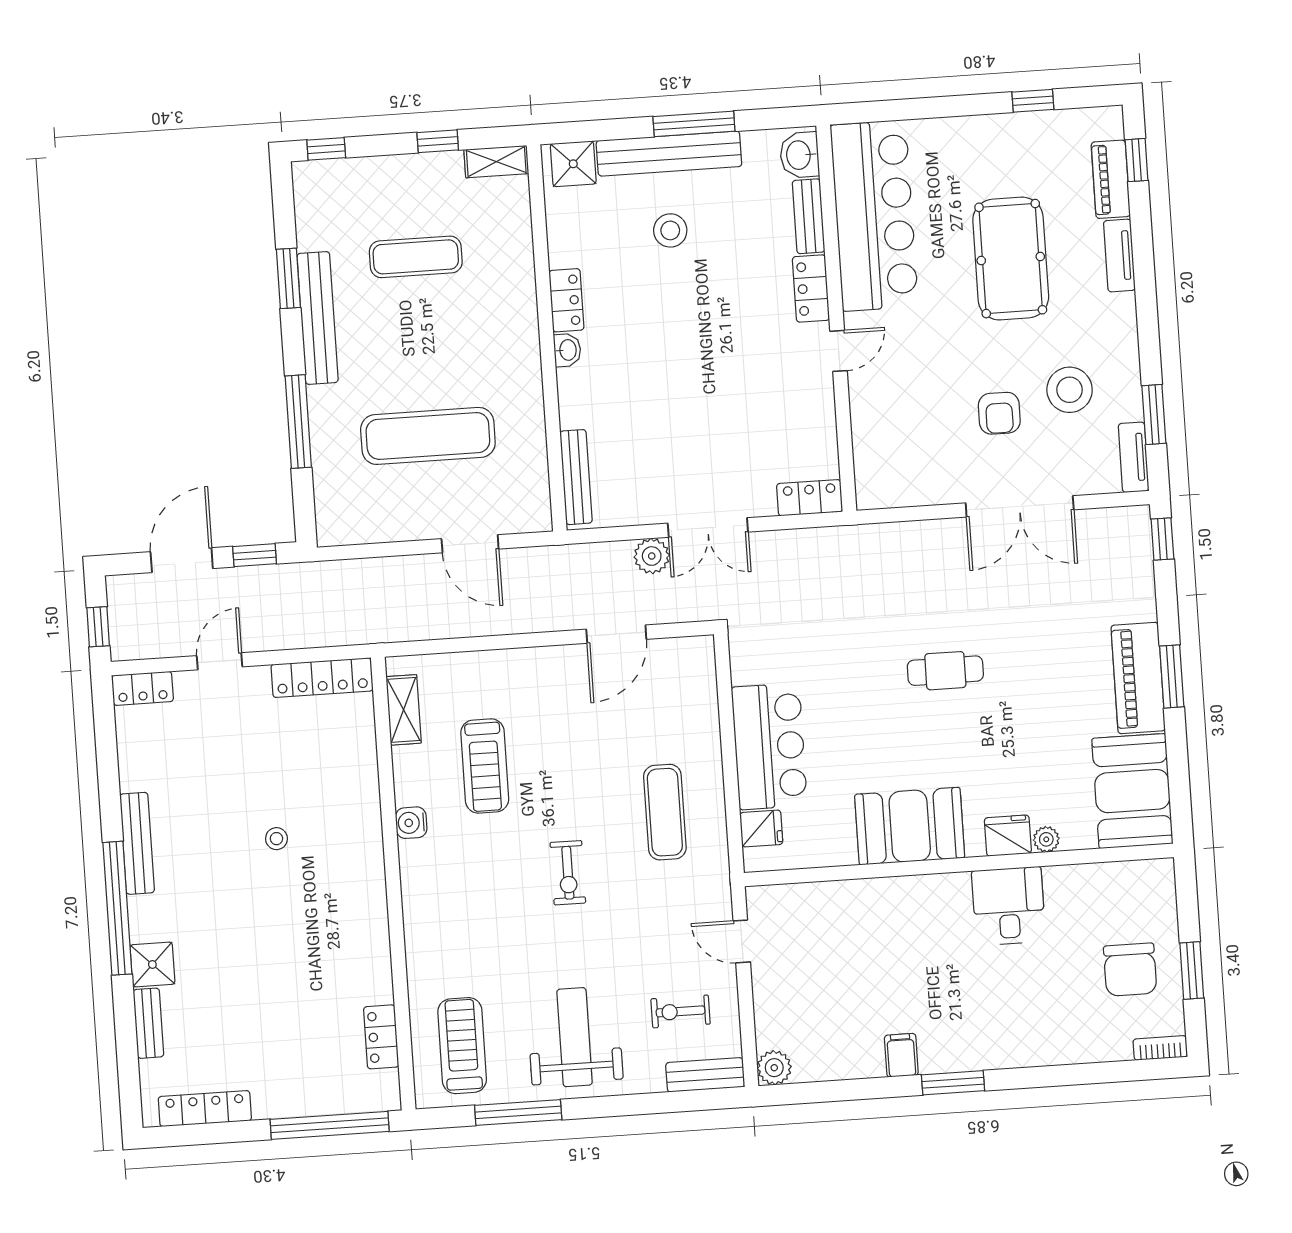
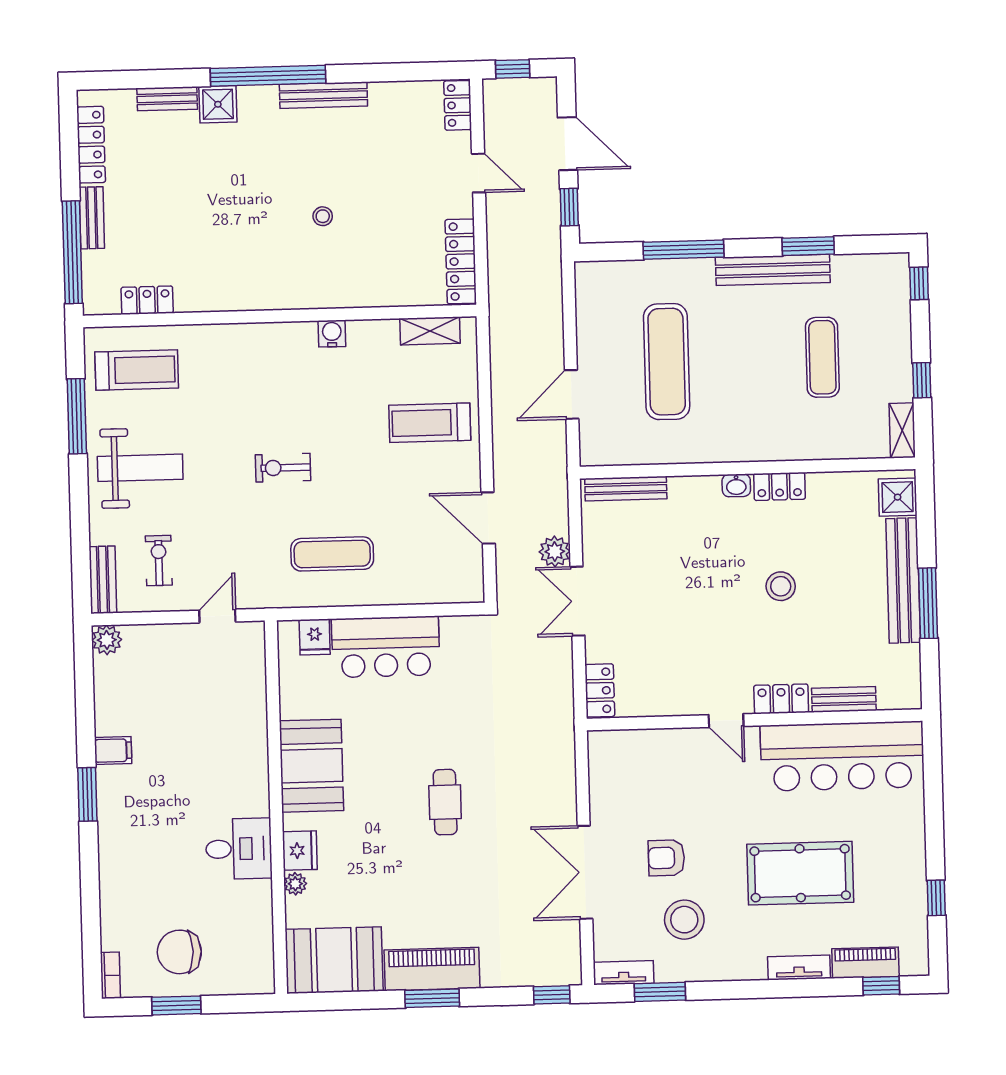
washbasin: (800, 155) -> (897, 694), removed
stool: (670, 230) -> (781, 586), moved
treadmill: (485, 766) -> (430, 423), moved
bench: (289, 1104) -> (92, 218), added

